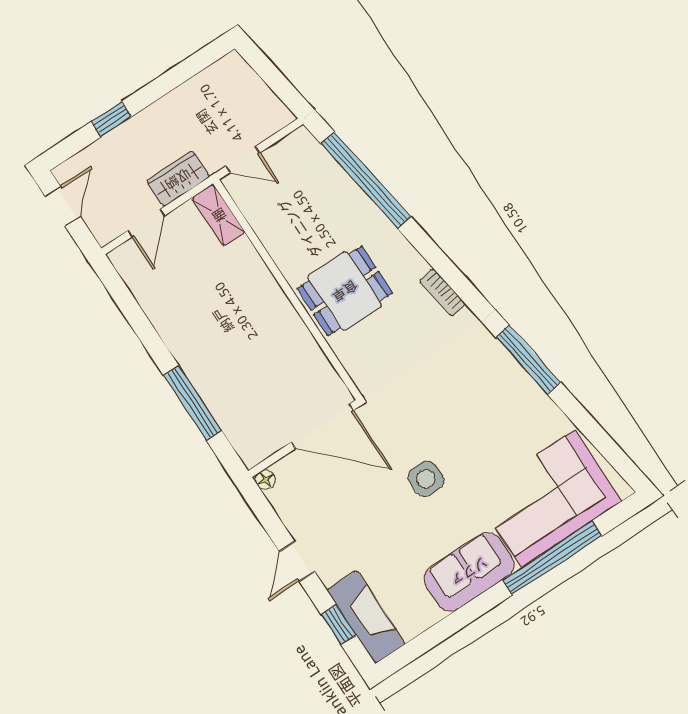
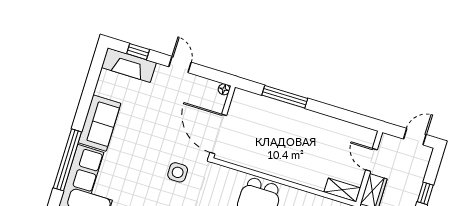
door: (63, 206) -> (415, 137), swing flipped
door: (322, 426) -> (218, 134), hinge flipped
side table: (426, 479) -> (178, 172), moved

